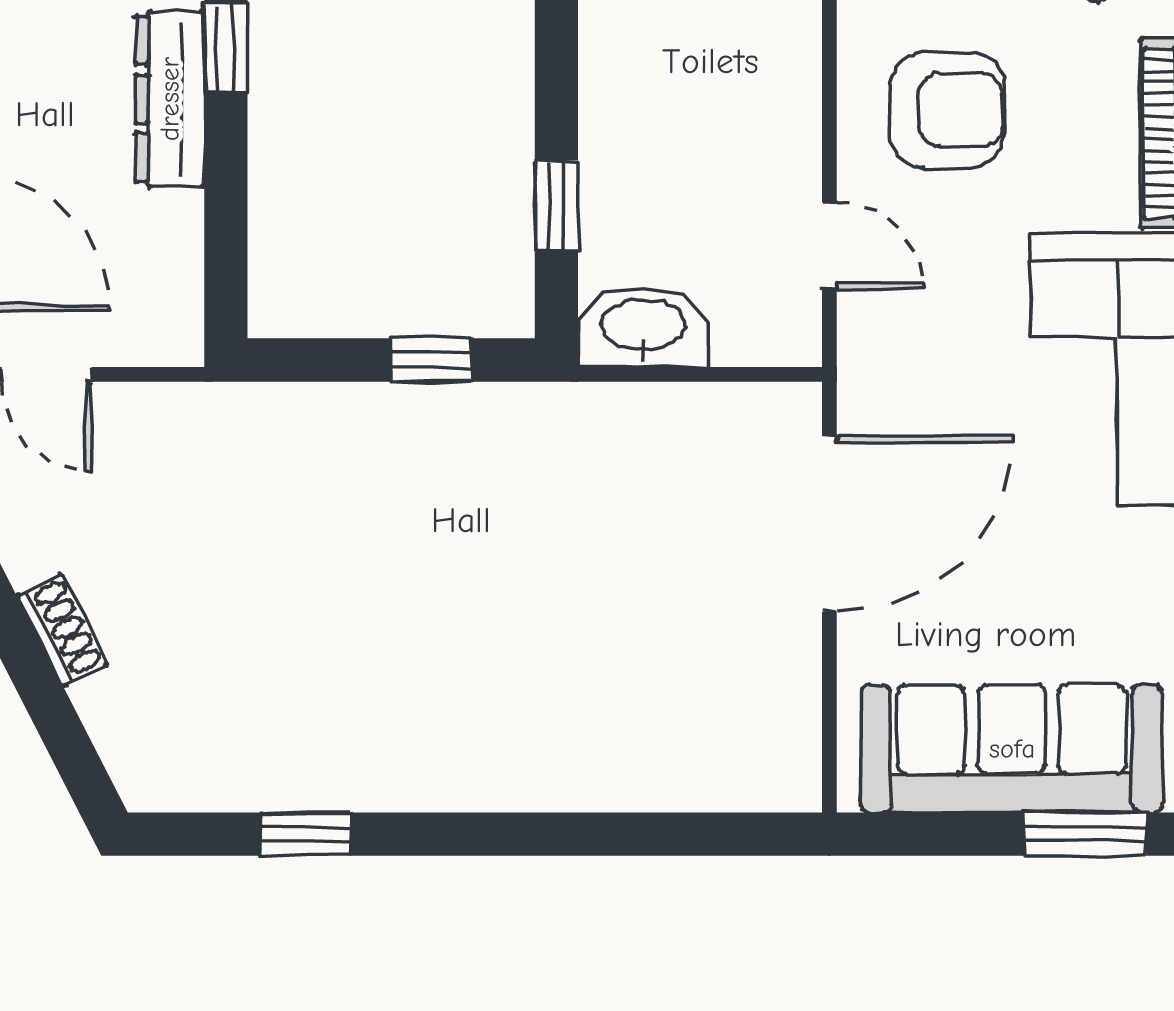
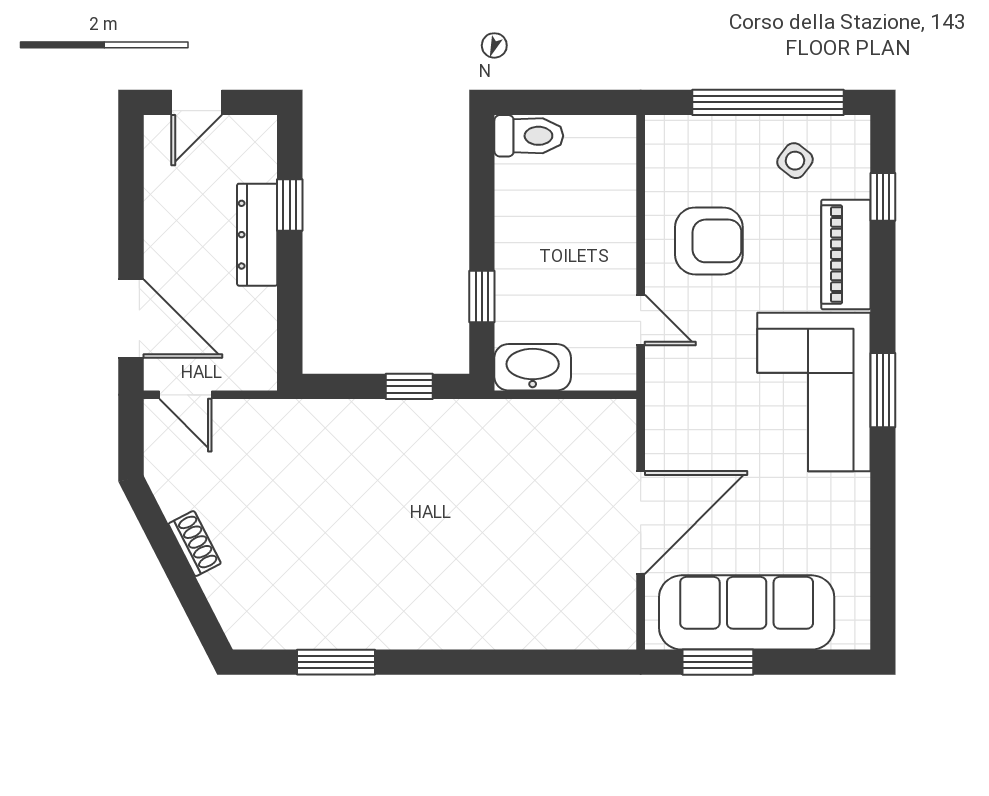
door: (829, 524) -> (641, 522), moved
window: (305, 834) -> (336, 662), width x1.50
window: (1085, 834) -> (718, 662), moved

